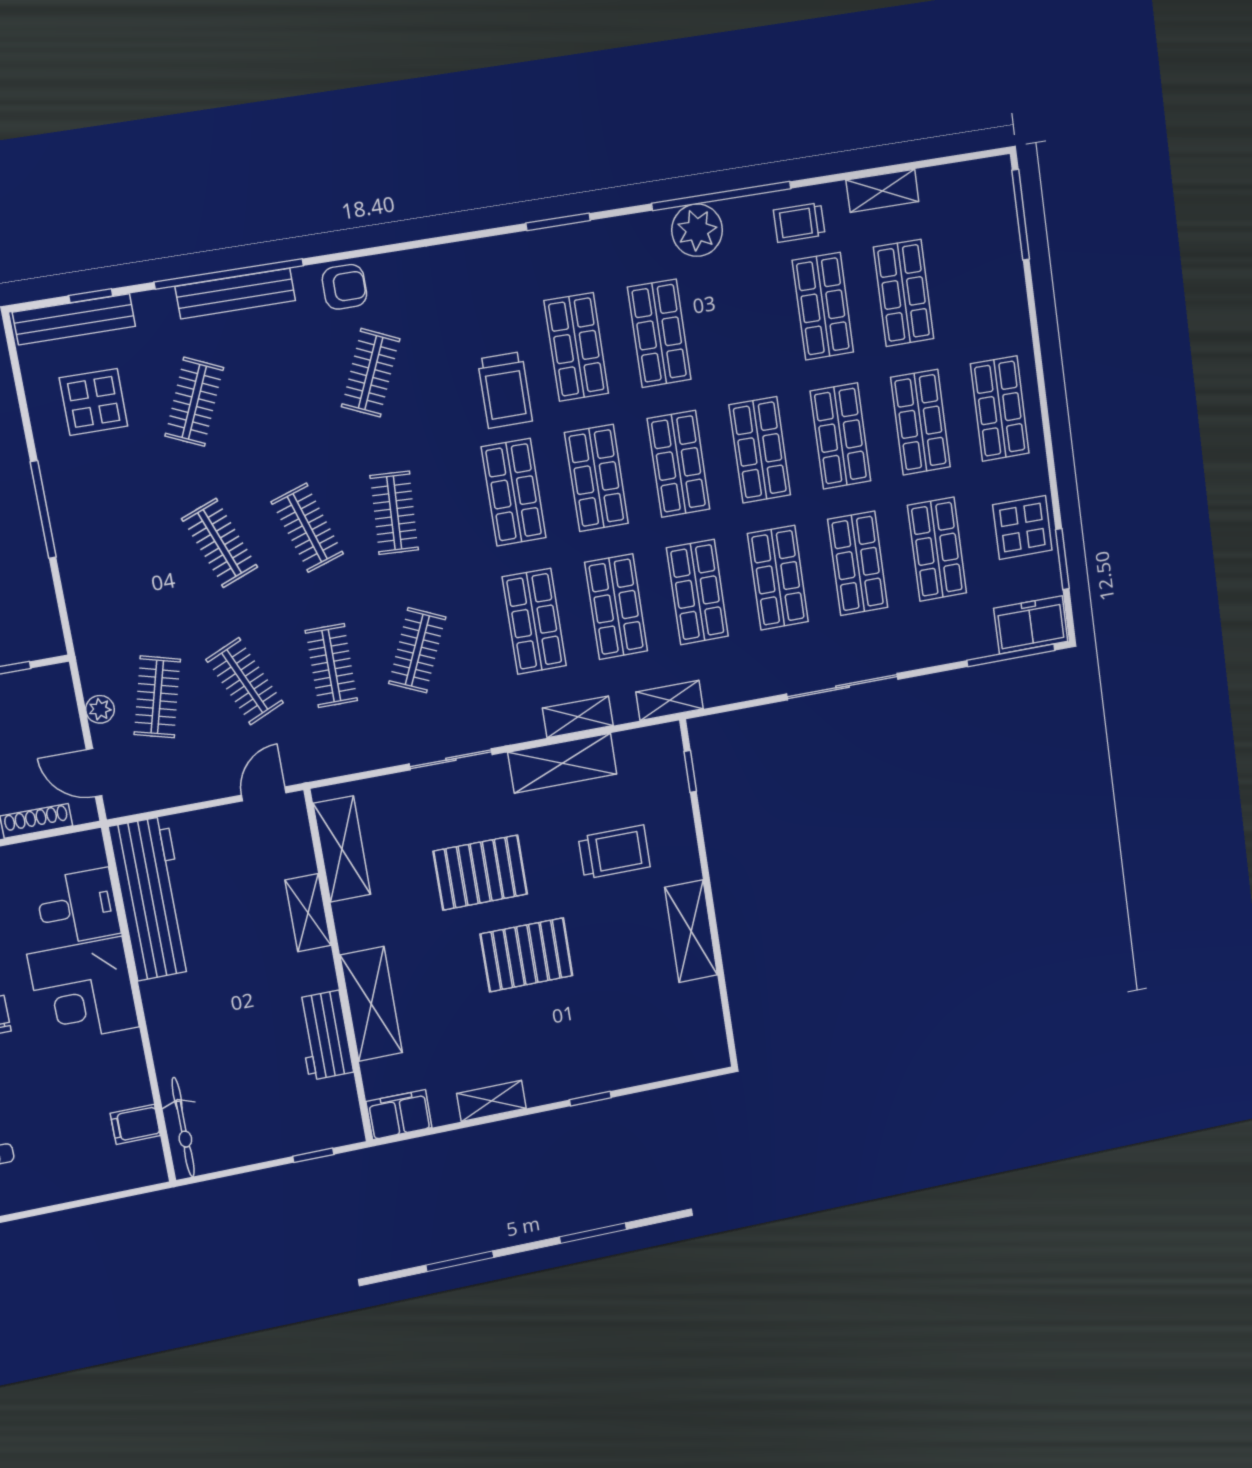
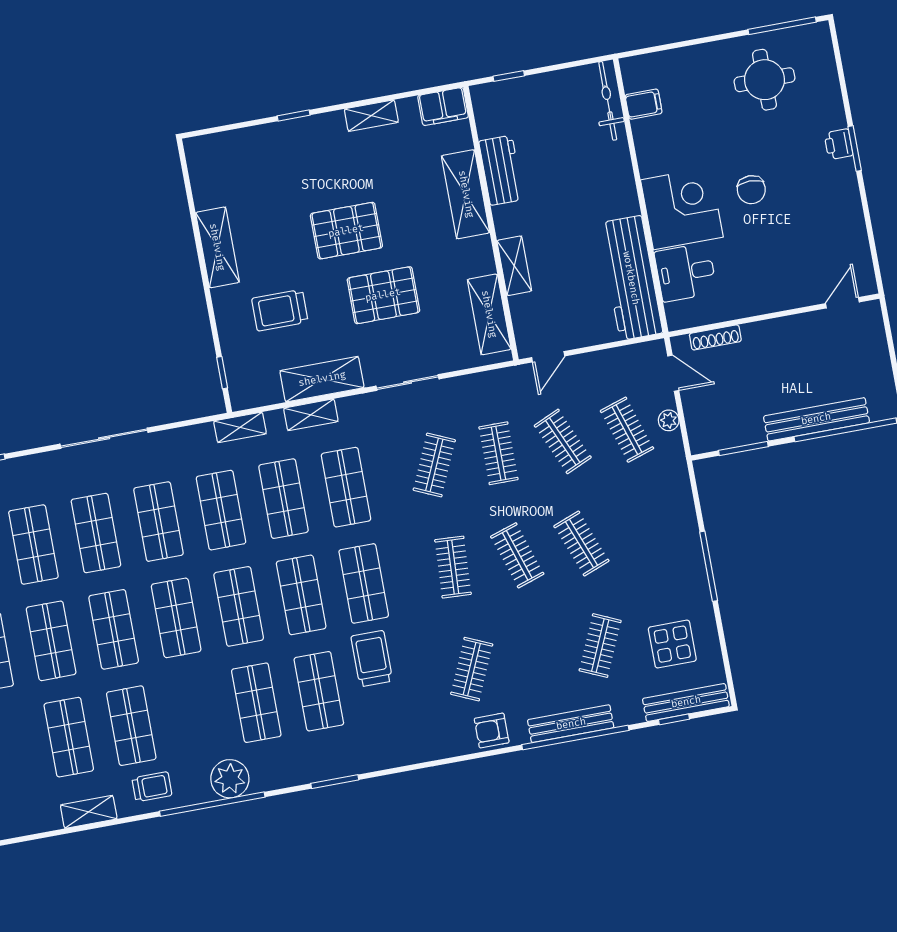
clothes rail: (157, 697) -> (627, 430), turned -33

